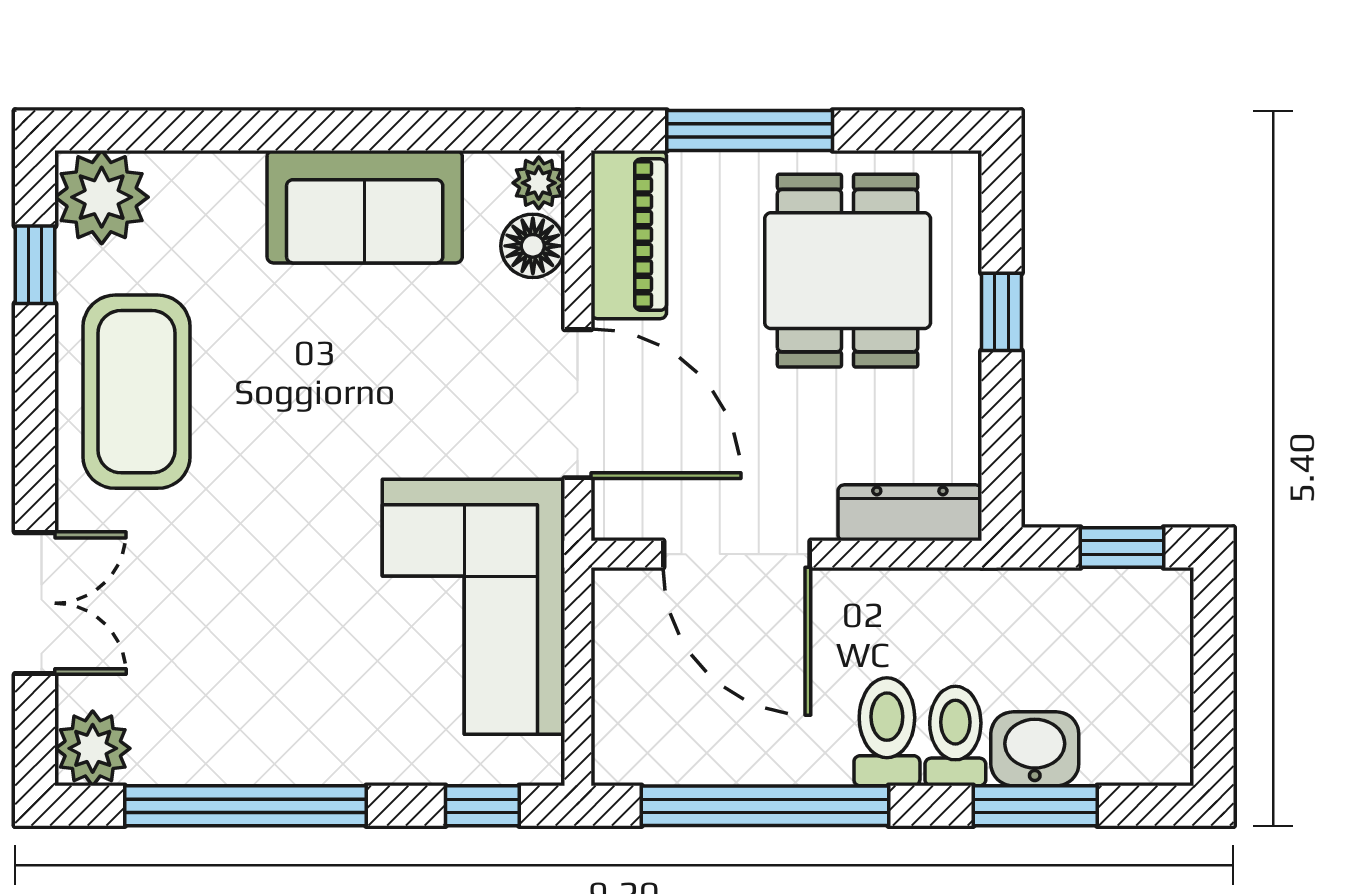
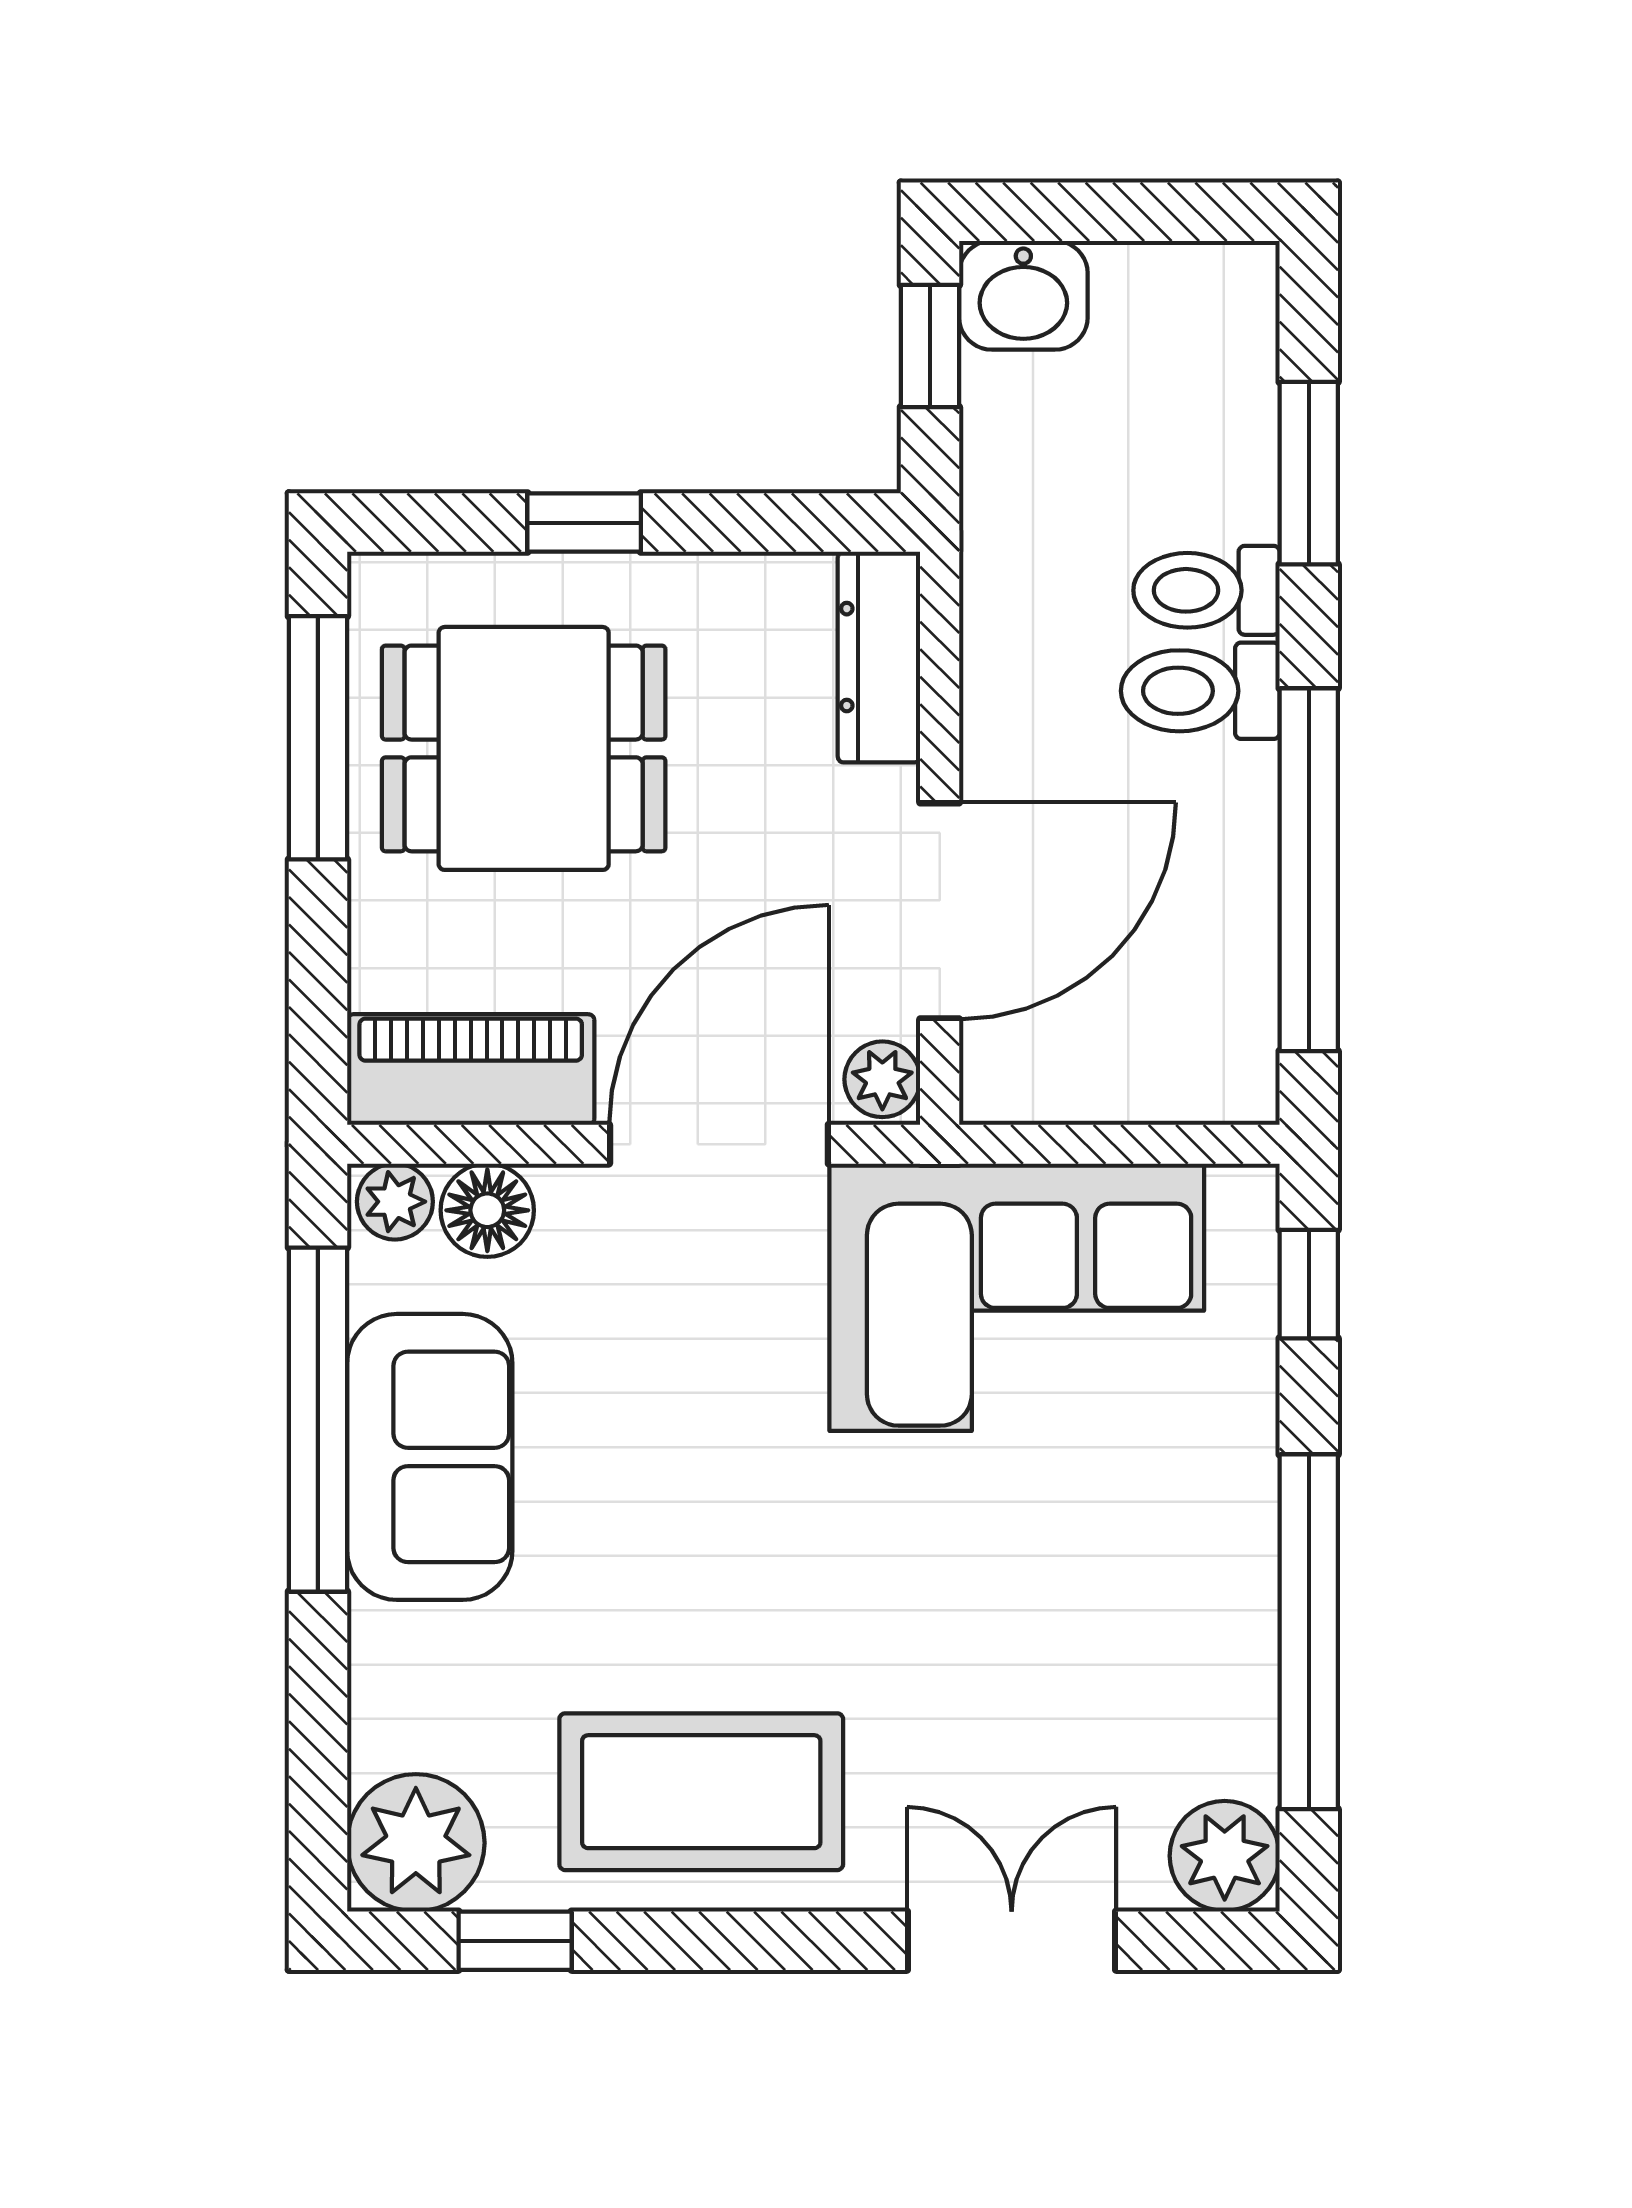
window: (390, 130) -> (318, 1420), added
window: (750, 130) -> (318, 738), moved
plant: (622, 515) -> (882, 1079), added
washbasin: (1035, 749) -> (1023, 295), moved, turned -90

